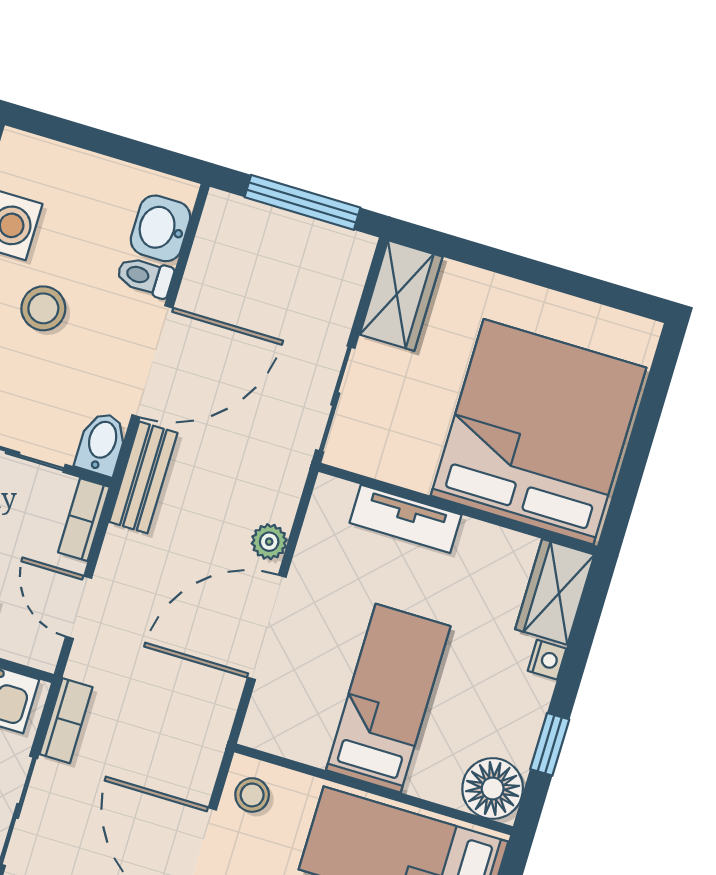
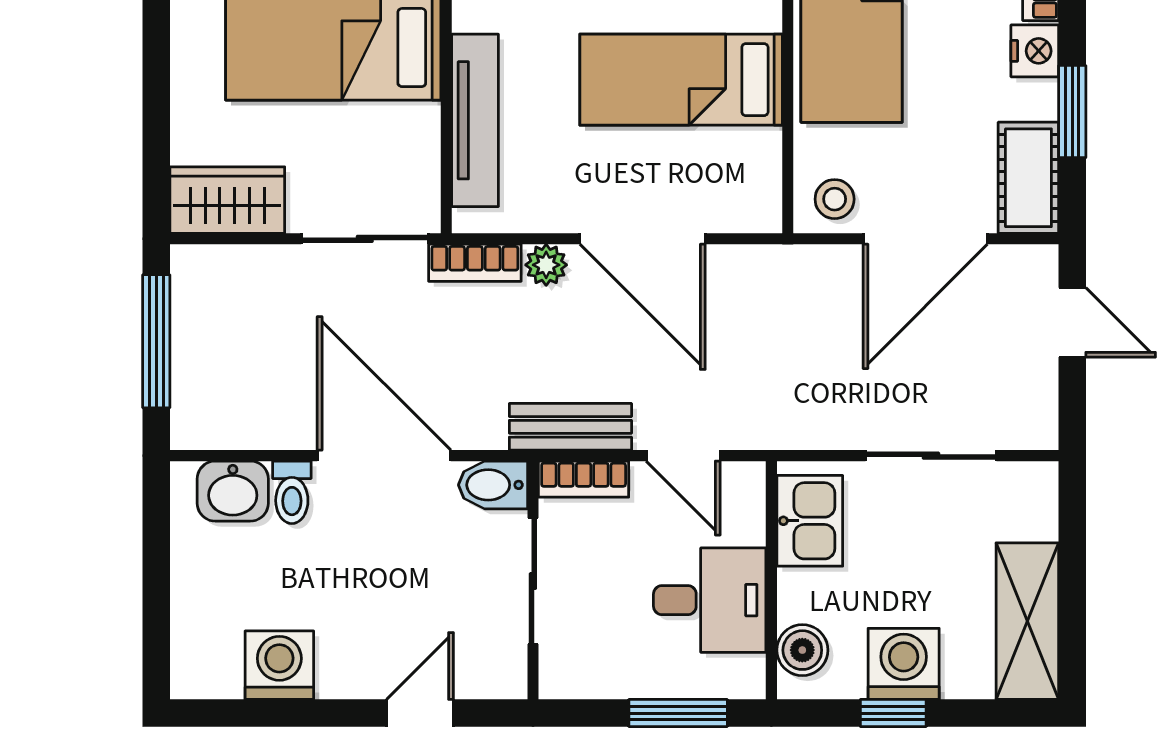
stool: (43, 308) -> (361, 595), removed
bench: (143, 477) -> (570, 427), moved
tv unit: (405, 519) -> (475, 120), width x1.41
door: (79, 607) -> (683, 456), hinge flipped
bookcase: (66, 721) -> (475, 263), moved, turned 180

